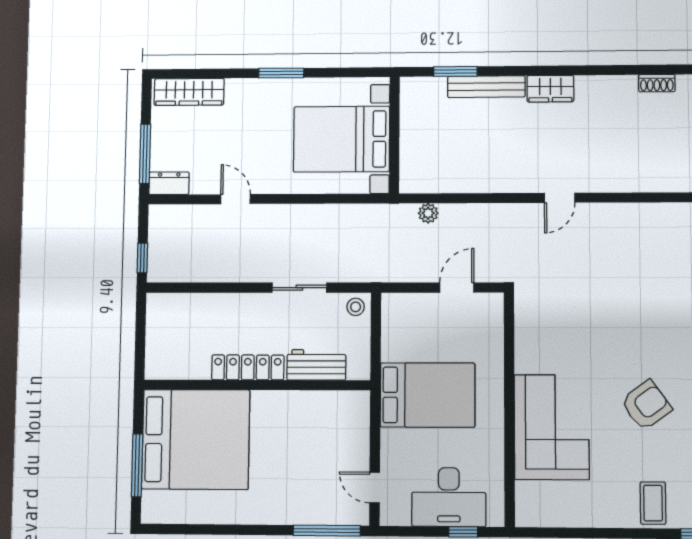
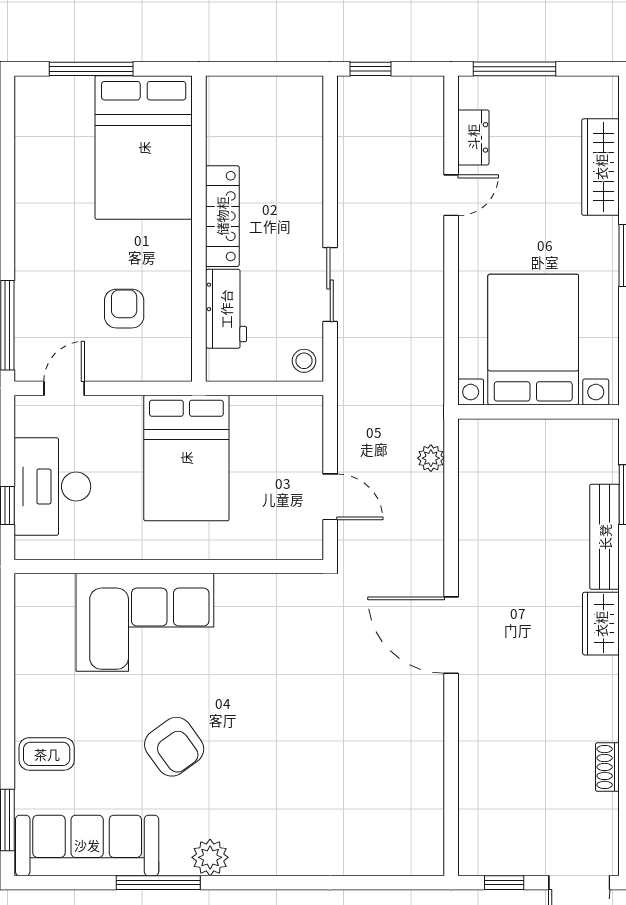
wardrobe: (189, 92) -> (601, 167), moved
dresser: (169, 183) -> (473, 137), moved
door: (560, 198) -> (451, 635), width x1.88
bed: (196, 439) -> (144, 148), width x0.73
armchair: (315, 442) -> (124, 309), added

